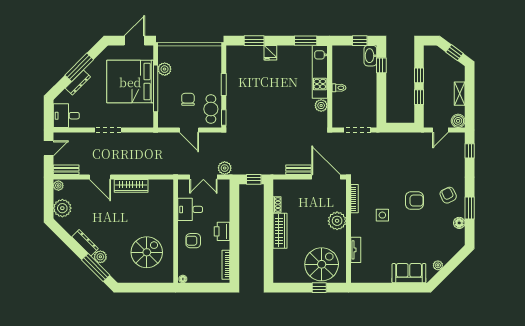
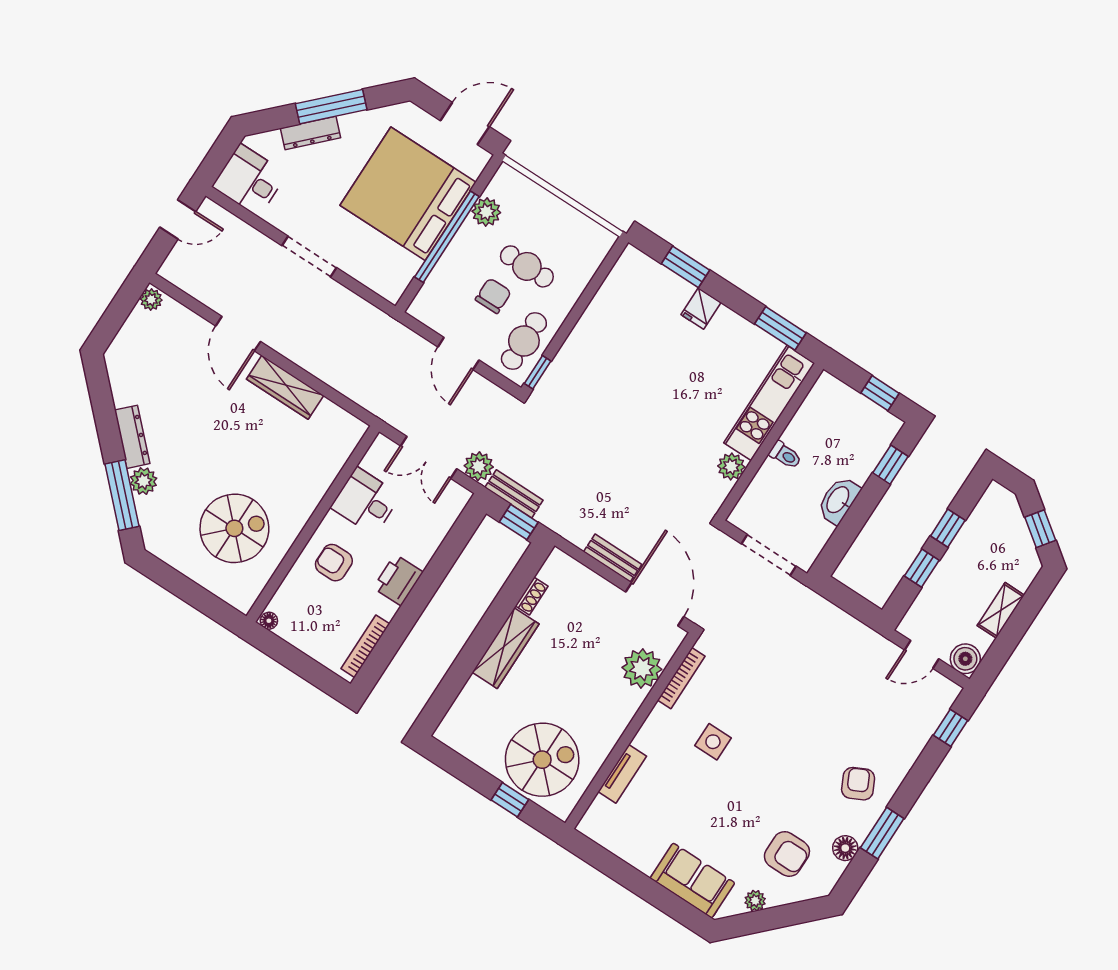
washbasin: (370, 56) -> (838, 500), moved
cafe table: (194, 80) -> (527, 266), added
window: (224, 84) -> (577, 311), removed
bench: (66, 170) -> (514, 494), moved
armchair: (414, 201) -> (787, 854), moved
plant: (62, 208) -> (132, 346), removed
plant: (337, 221) -> (642, 668), moved

